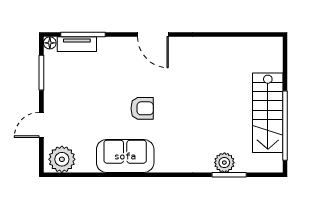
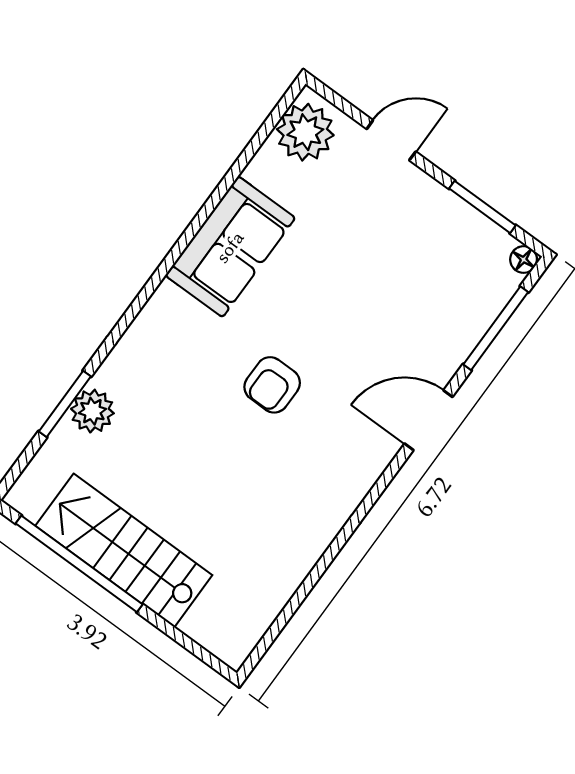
door: (153, 35) -> (428, 420), moved
tv unit: (77, 44) -> (487, 305), removed
armchair: (142, 108) -> (272, 385), moved
door: (41, 125) -> (391, 140), hinge flipped

